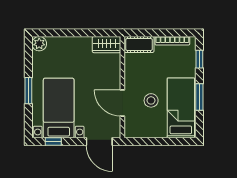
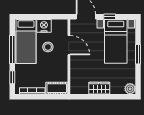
wardrobe: (107, 45) -> (99, 88), moved
window: (199, 97) -> (12, 50), width x1.44
nightstand: (156, 129) -> (44, 26), added
window: (53, 142) -> (110, 17), moved

